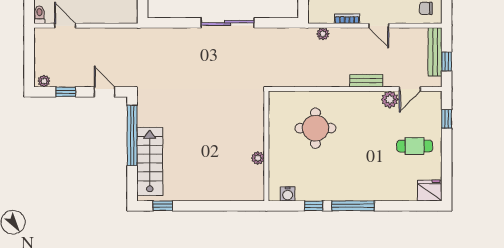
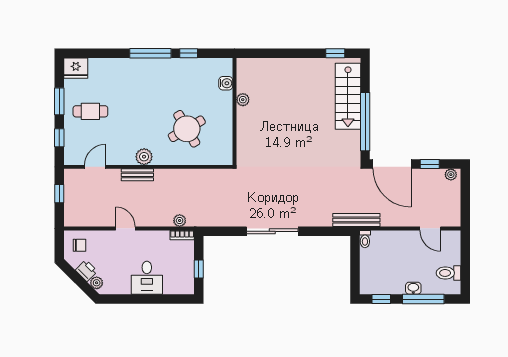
toilet: (39, 15) -> (365, 239), moved
bookcase: (347, 19) -> (182, 235), moved
bench: (435, 52) -> (356, 220), moved, turned 90
door: (104, 92) -> (392, 164), width x1.87
plant: (390, 99) -> (144, 157), moved
round table: (315, 128) -> (187, 129), turned -30
window: (447, 156) -> (59, 101), added
water cooler: (288, 194) -> (226, 83), moved, turned 90

